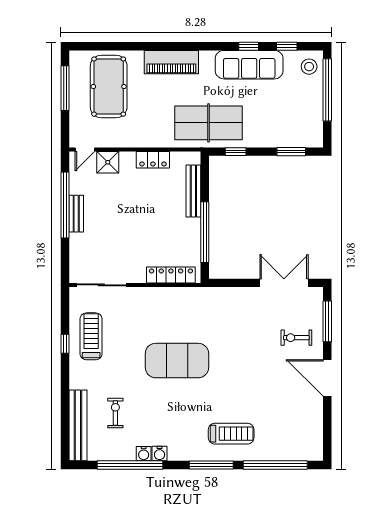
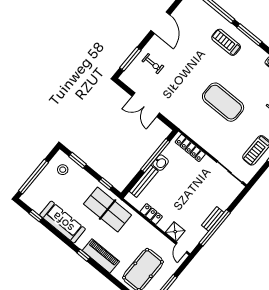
window: (249, 46) -> (83, 255), moved
stool: (309, 67) -> (63, 170), moved
door: (85, 149) -> (181, 248), swing flipped
washbasin: (192, 229) -> (161, 163), added
double door: (284, 283) -> (146, 105), moved
door: (327, 378) -> (160, 23), moved

